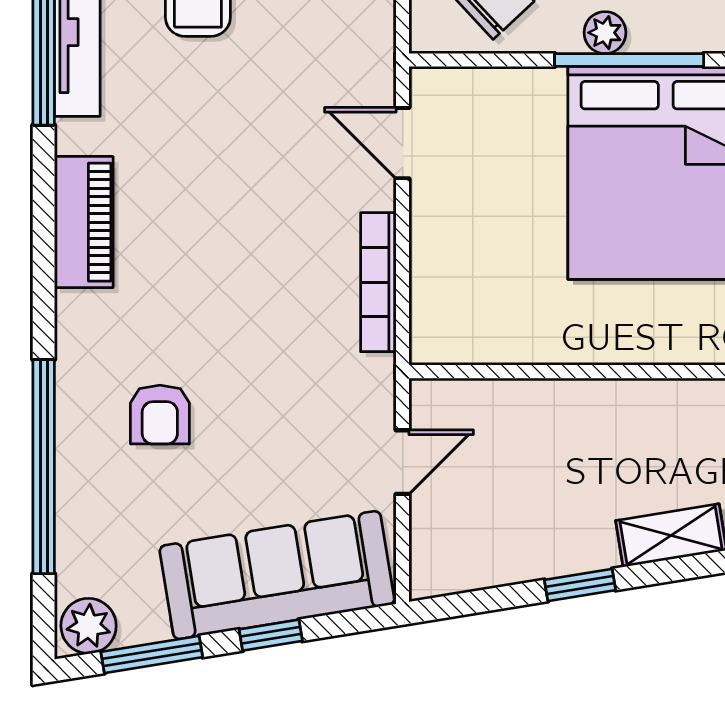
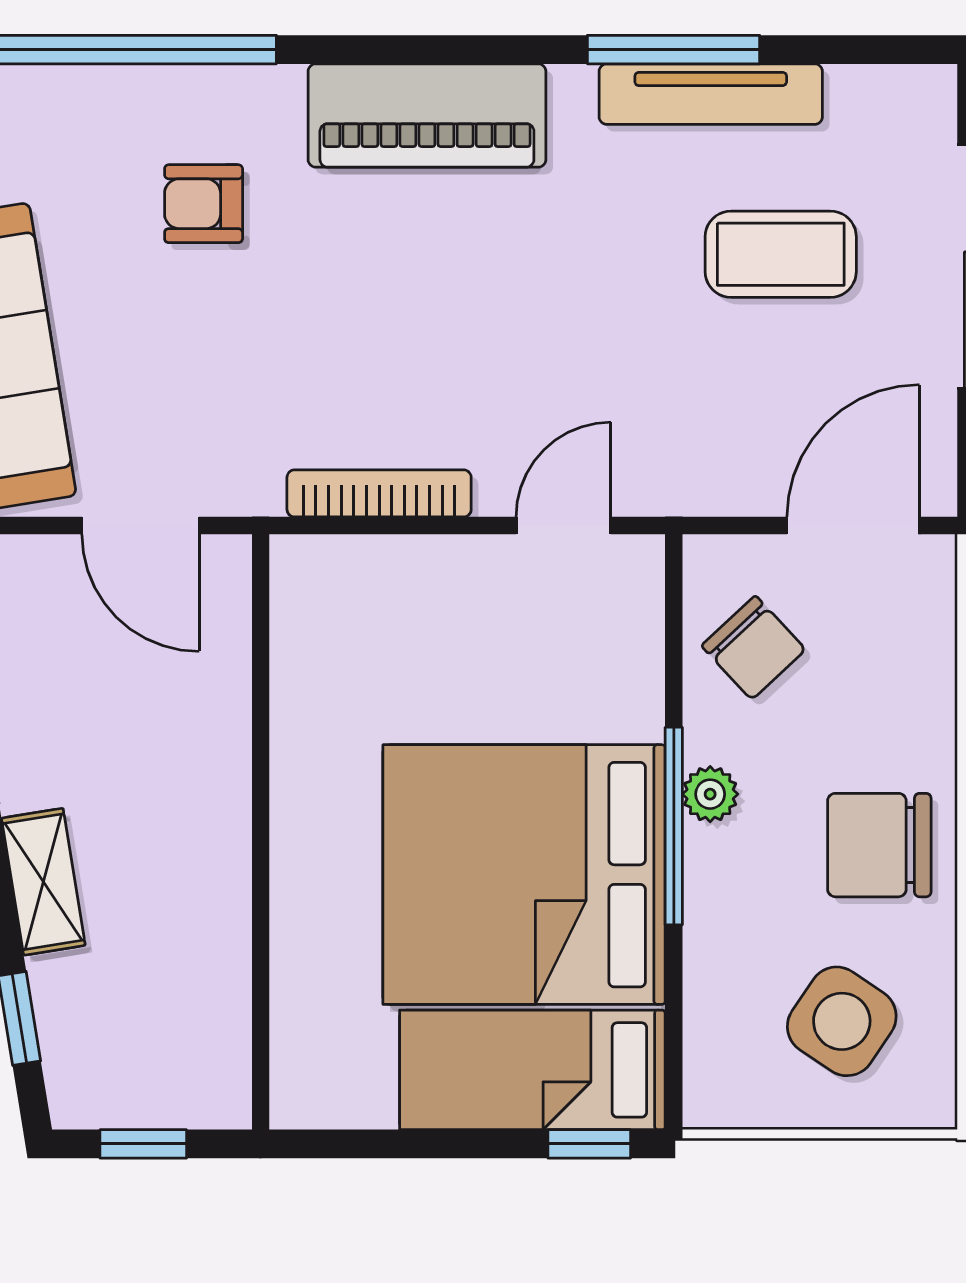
piano: (84, 222) -> (427, 116), width x1.37, depth x1.33
door: (403, 462) -> (141, 526), width x1.38

